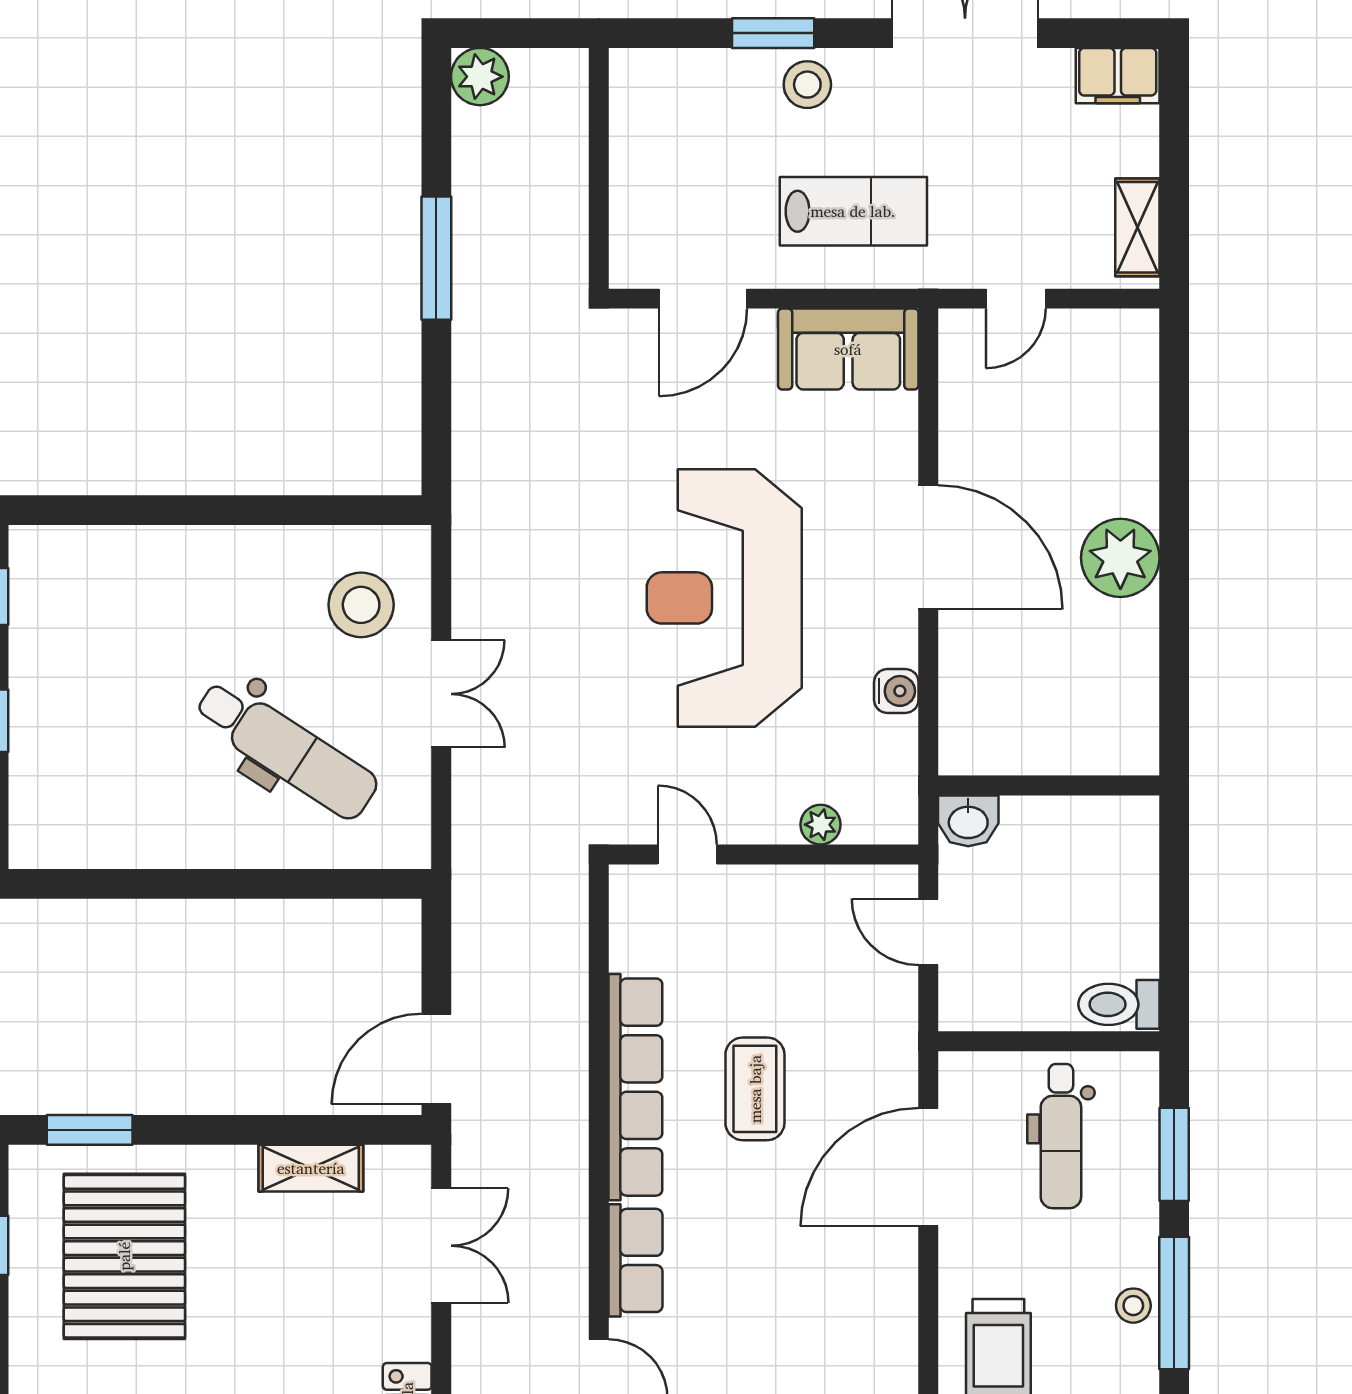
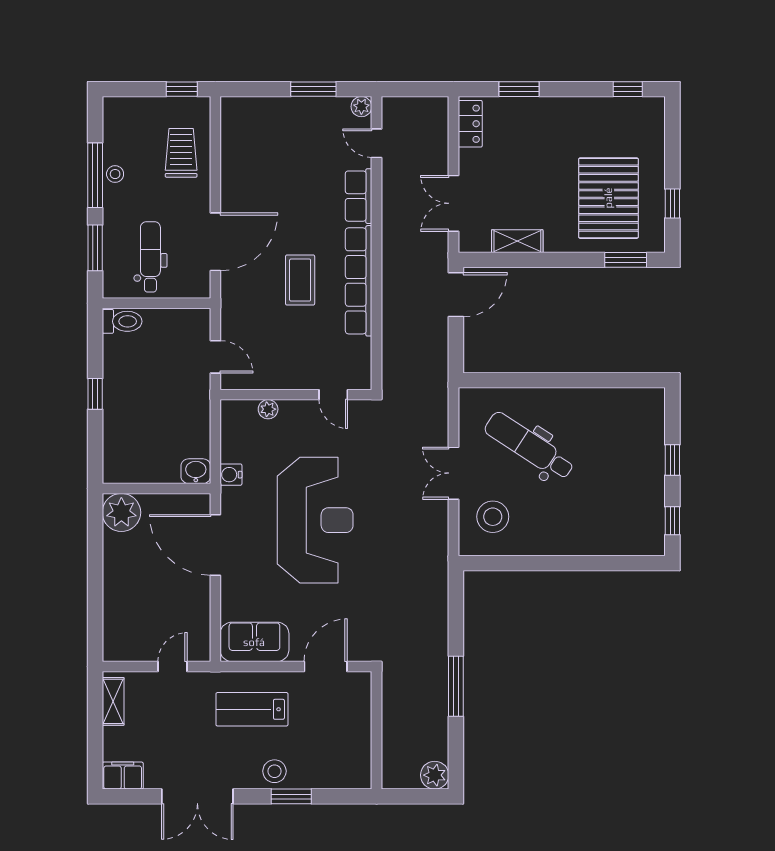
plant: (1120, 558) -> (121, 512), moved
wall: (1049, 786) -> (156, 488), moved
washbasin: (968, 821) -> (196, 471), moved
window: (1174, 856) -> (95, 394), added

